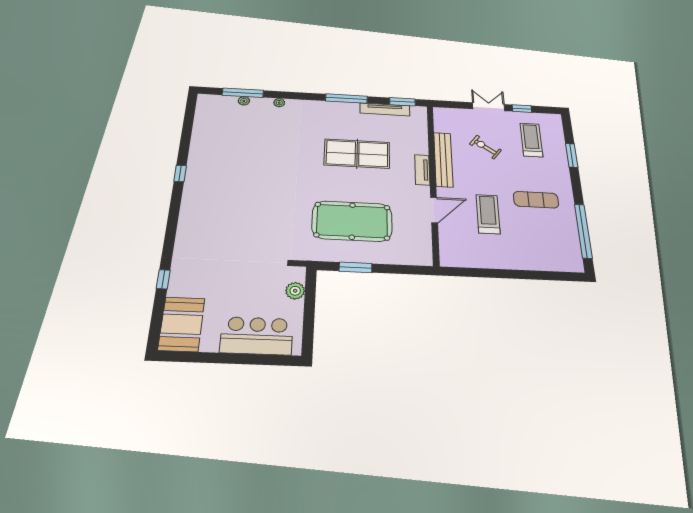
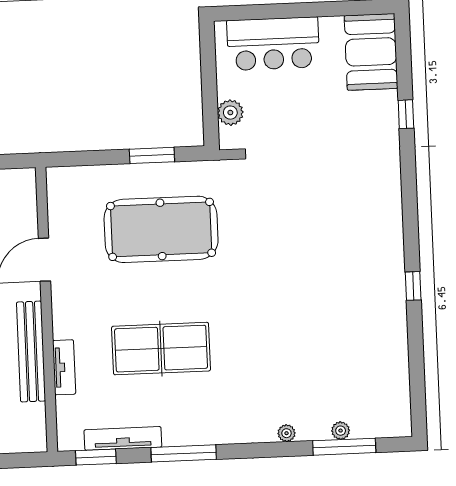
tv unit: (422, 170) -> (64, 367), moved

